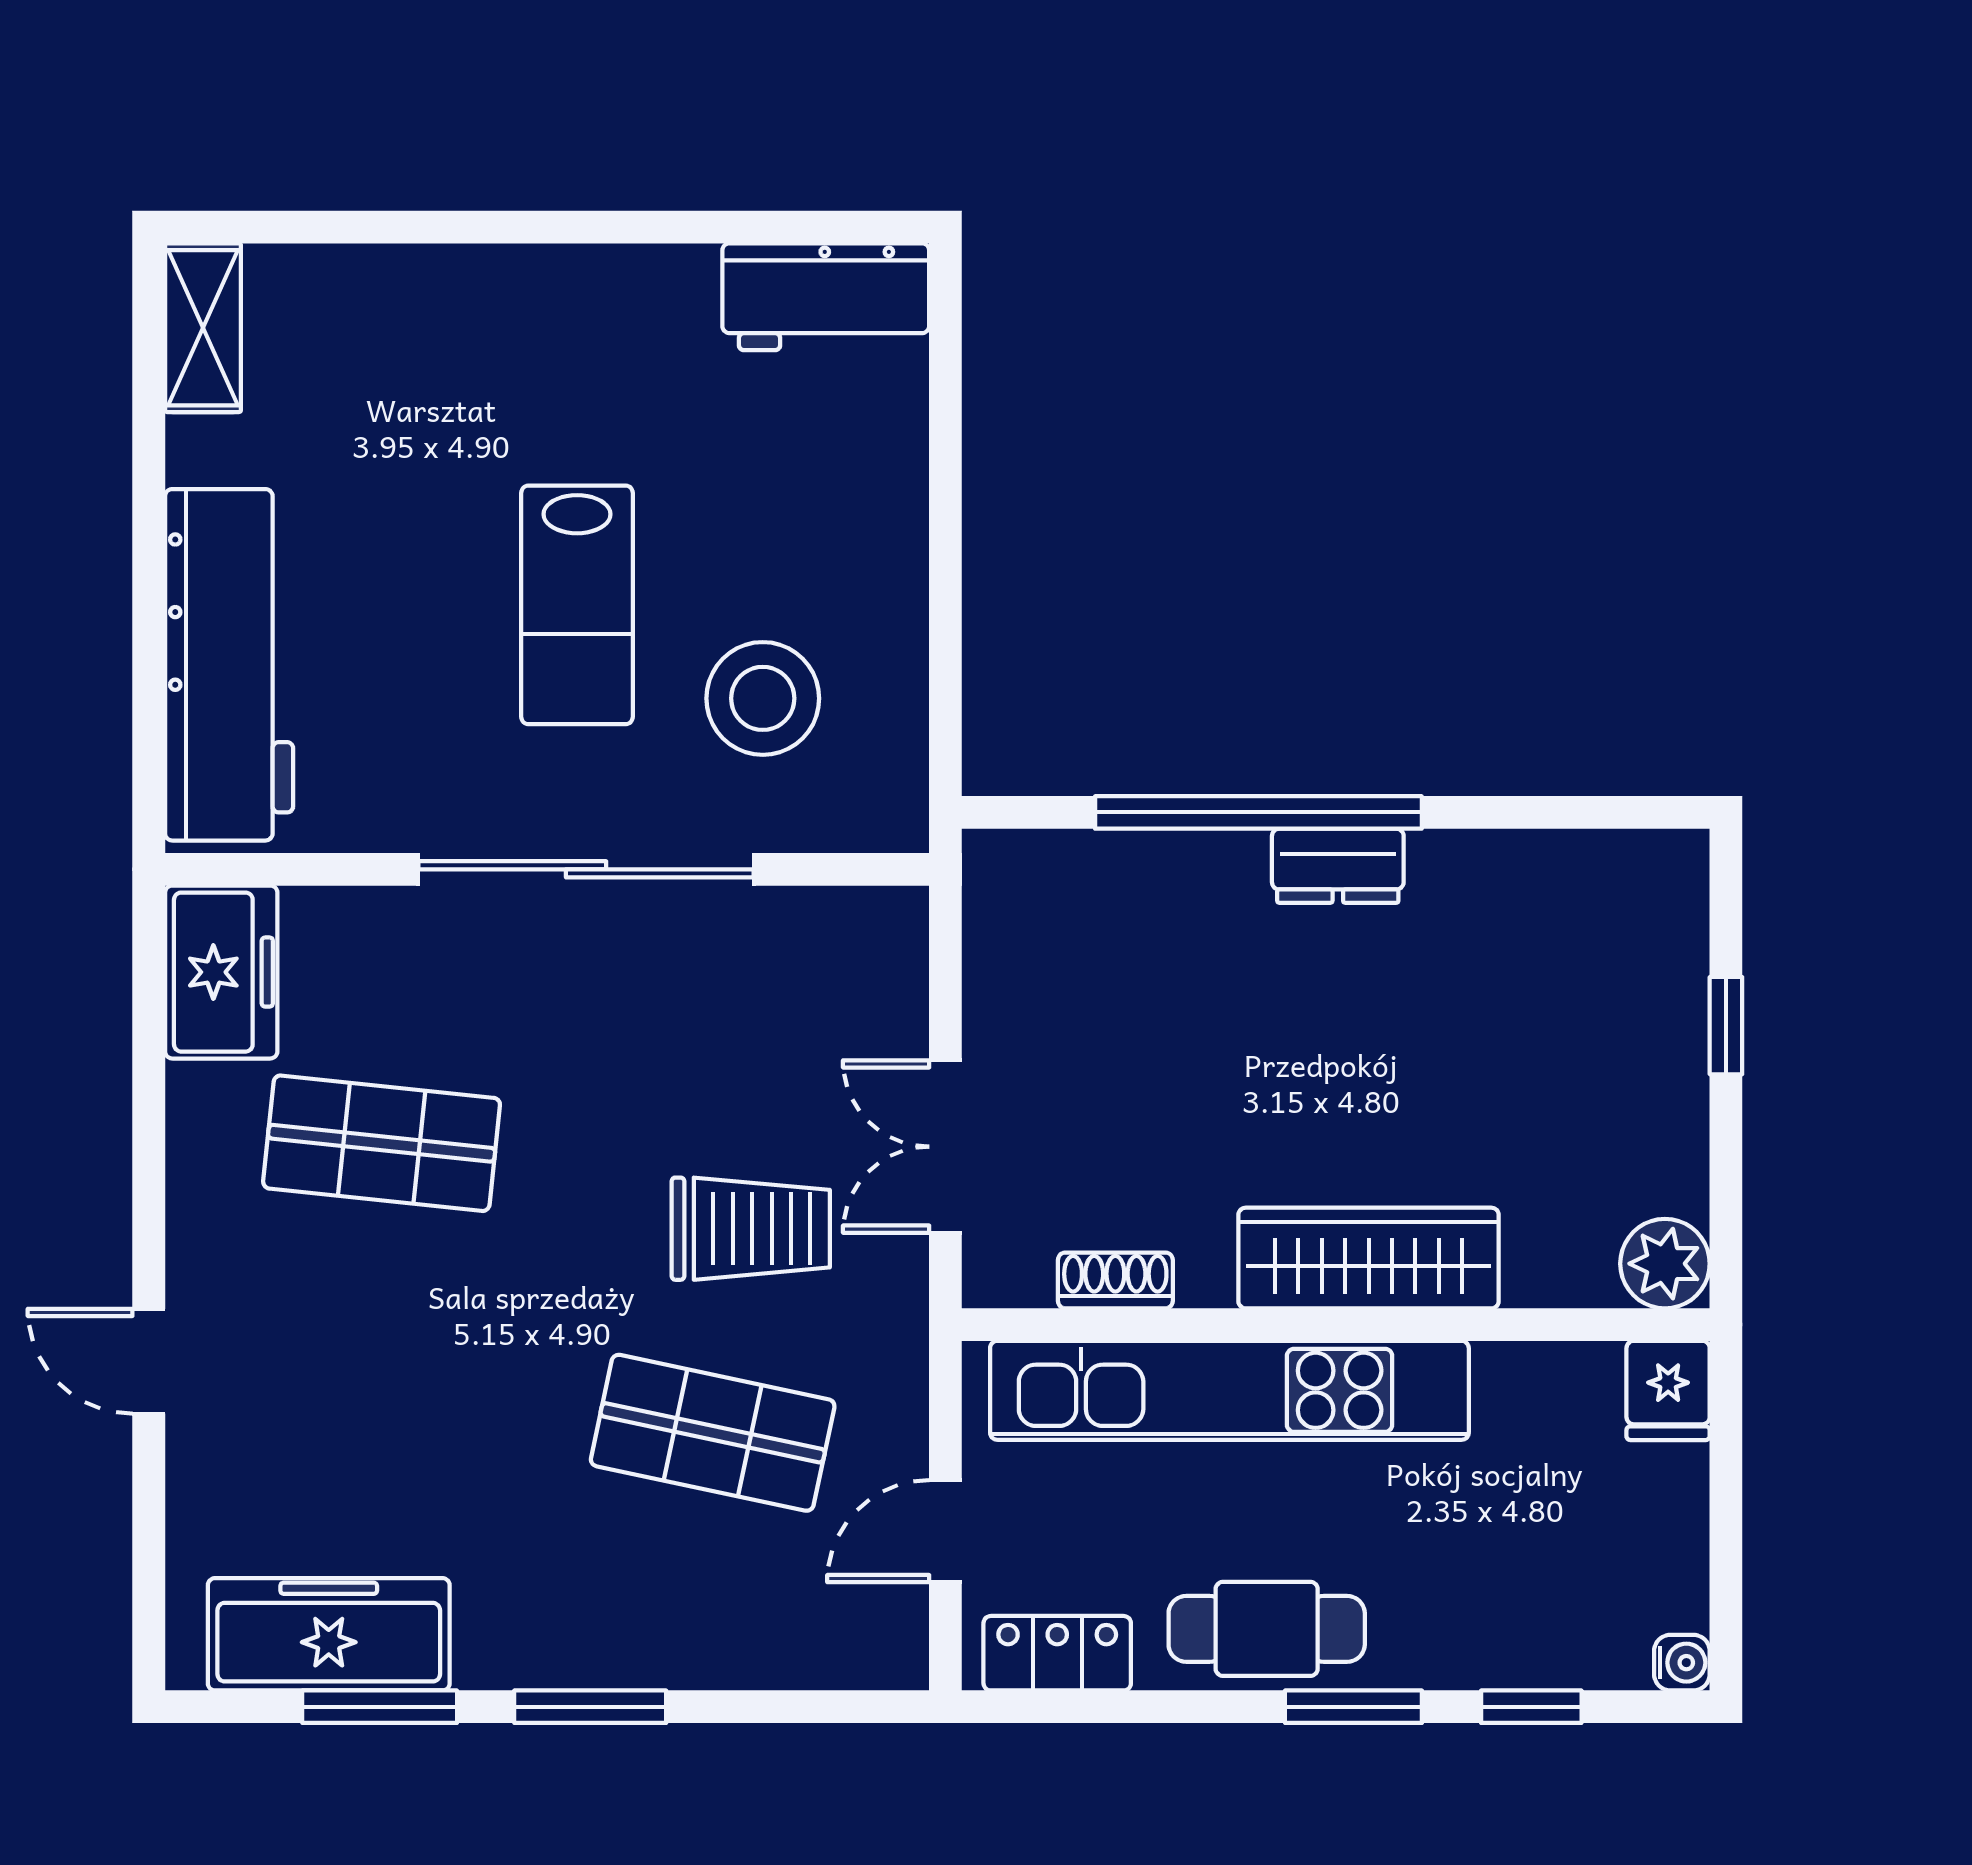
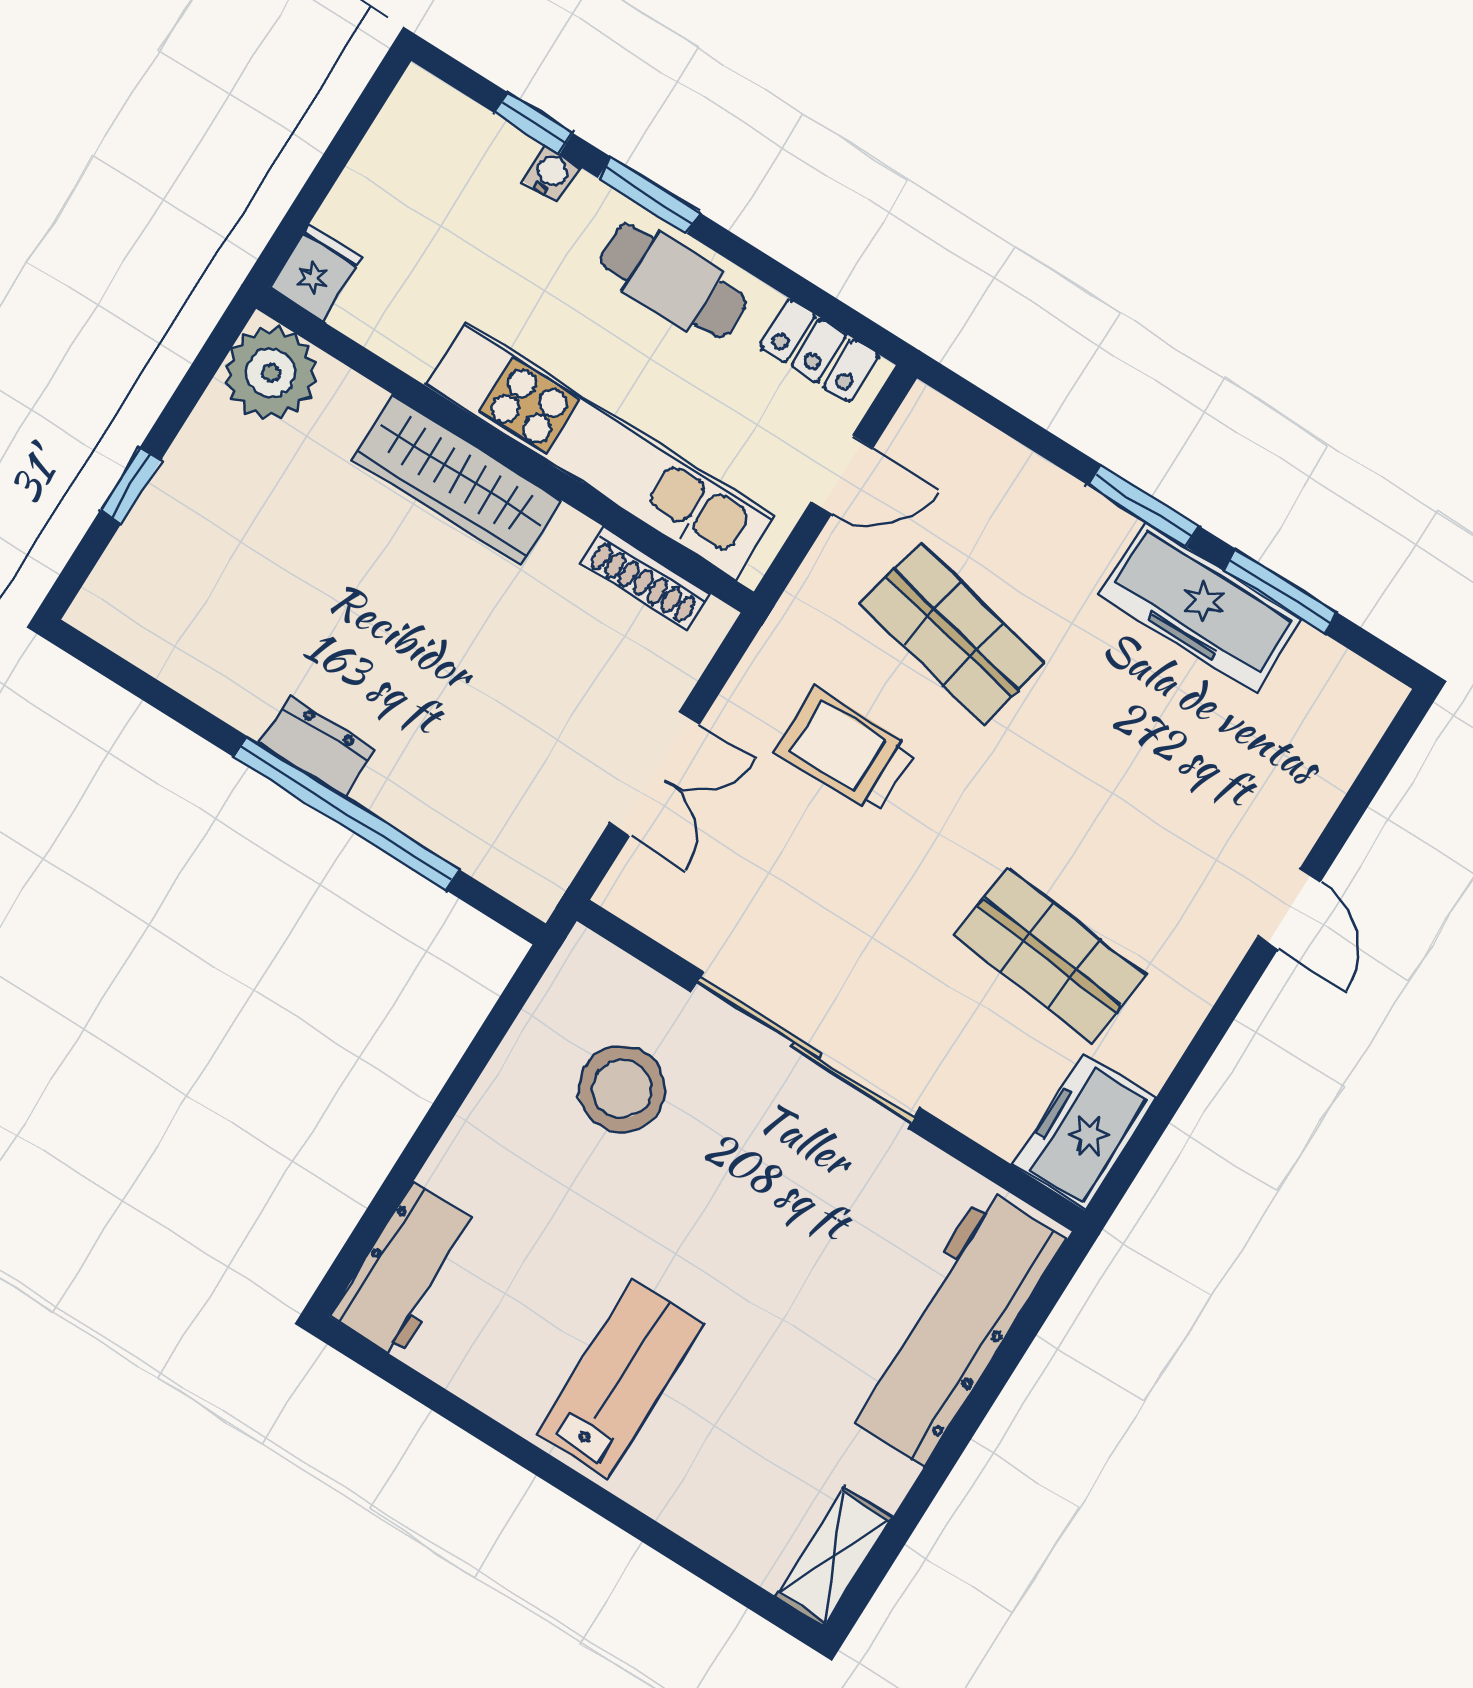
workbench: (826, 297) -> (406, 1271), moved, turned 90
lab bench: (577, 605) -> (620, 1379), moved
double door: (945, 1147) -> (654, 774), moved
plant: (1665, 1264) -> (271, 373), width x1.36, depth x1.36
shoe rack: (1115, 1280) -> (646, 578), width x1.43
freezer: (329, 1634) -> (1200, 607), moved
water cooler: (1682, 1663) -> (551, 174), moved, turned 90

